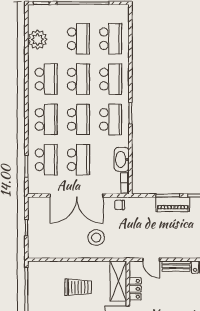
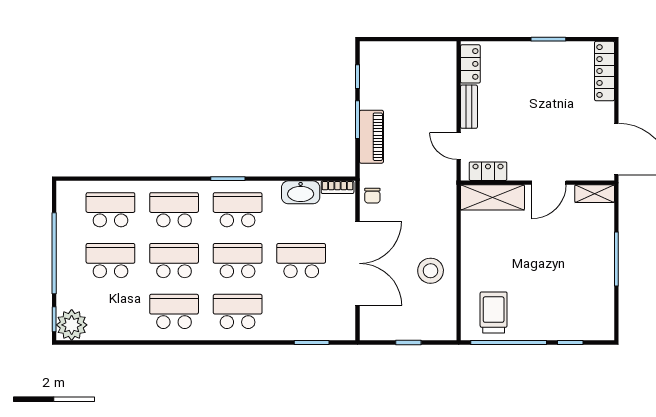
plant: (38, 39) -> (72, 325), moved
school desk: (46, 160) -> (301, 311), removed
piano: (173, 204) -> (371, 137), moved
stool: (96, 238) -> (431, 271), moved
door: (151, 260) -> (459, 146), swing flipped
trolley: (78, 287) -> (494, 312), moved
locker: (135, 289) -> (488, 171), moved

